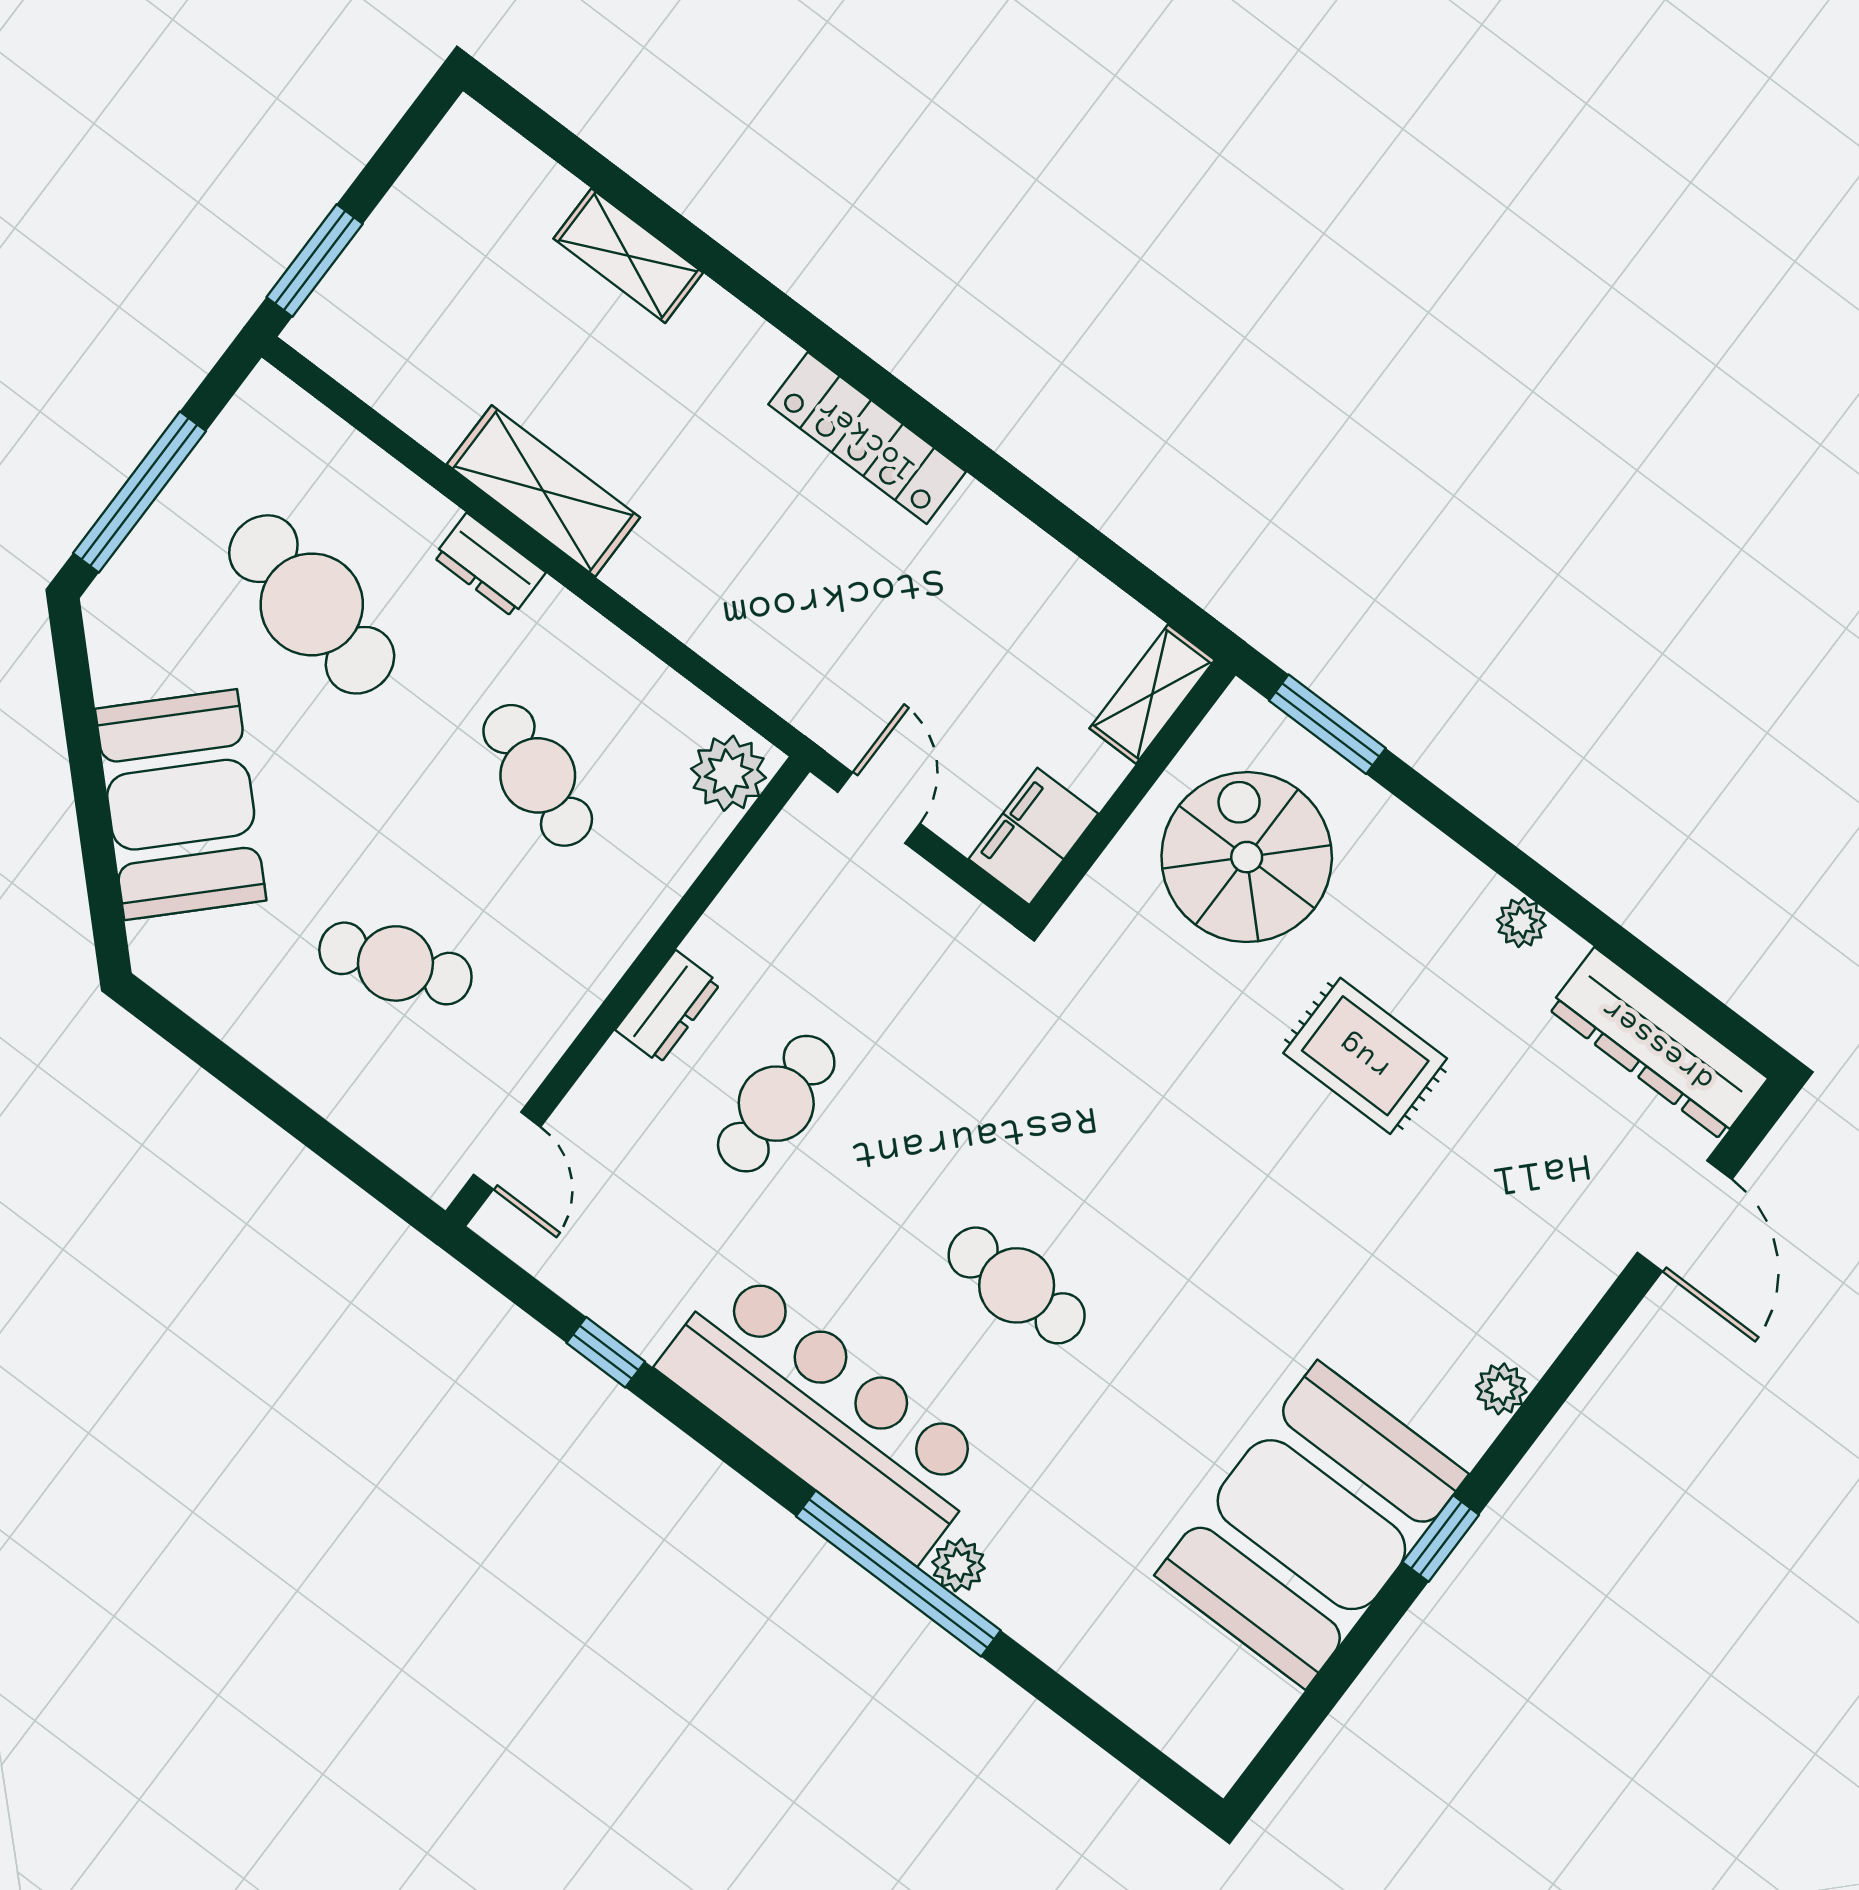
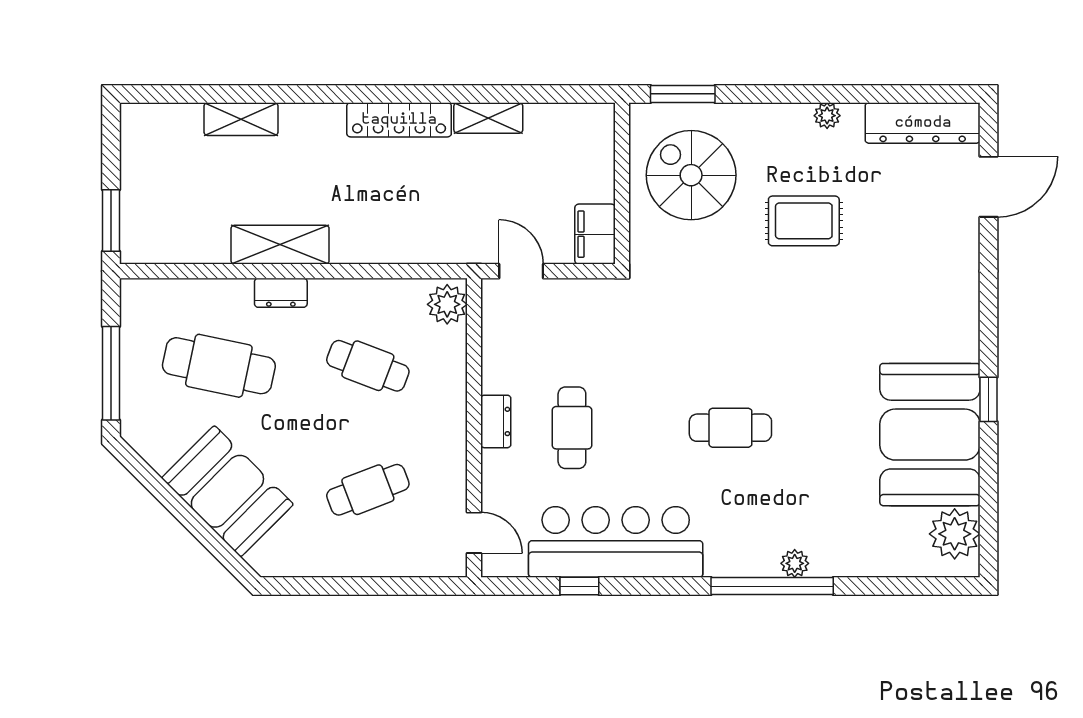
shelving: (1152, 694) -> (488, 118), moved, turned 90
door: (1685, 1216) -> (989, 187), hinge flipped
plant: (1501, 1389) -> (955, 534), moved, width x1.87, depth x1.87
bar counter: (826, 1413) -> (616, 542), moved

